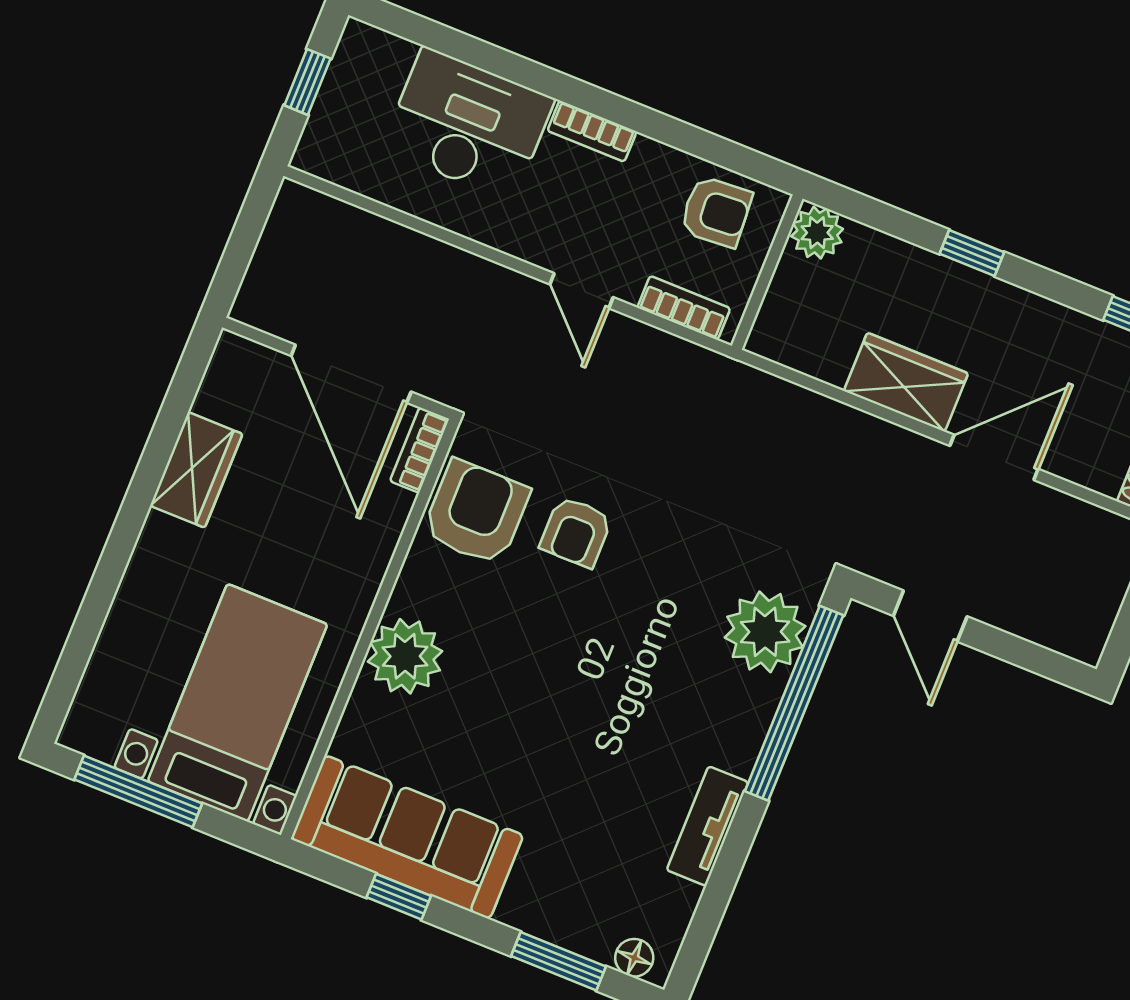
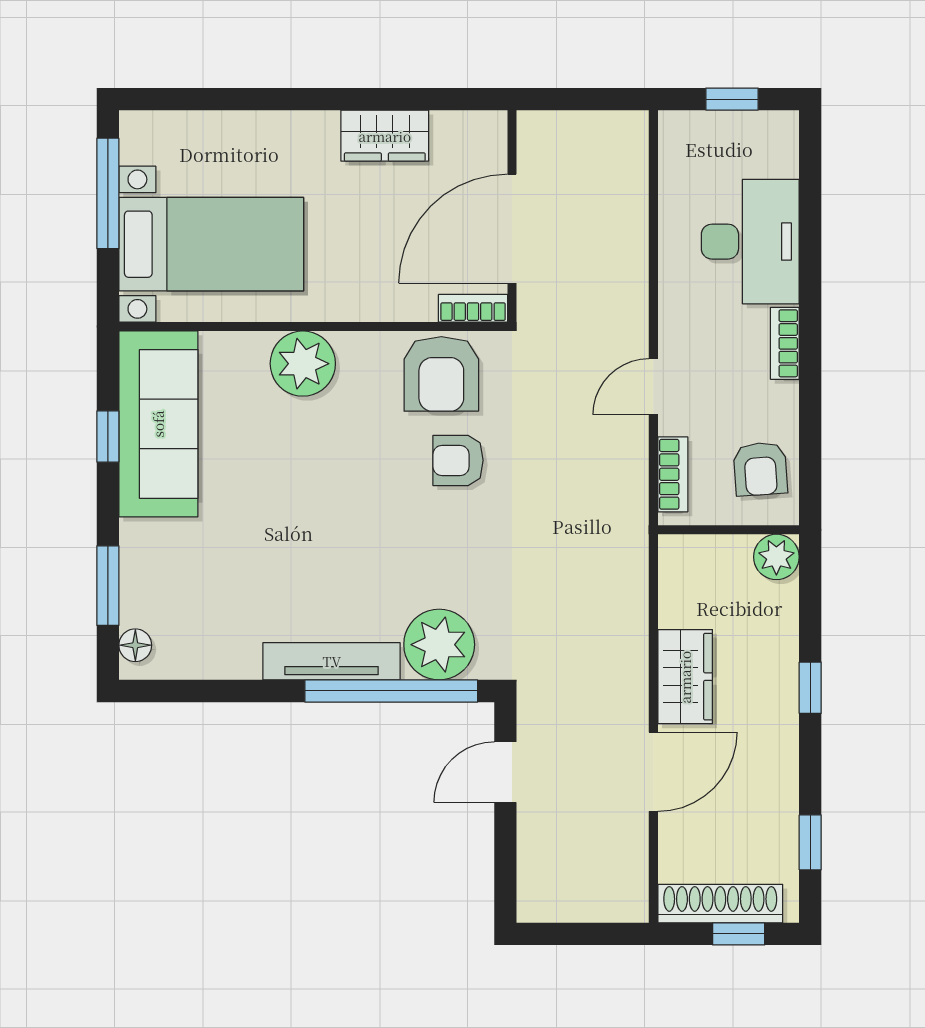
door: (994, 457) -> (653, 772), hinge flipped
armchair: (476, 512) -> (441, 374), turned 90
tv unit: (707, 826) -> (332, 661), moved, width x1.41

